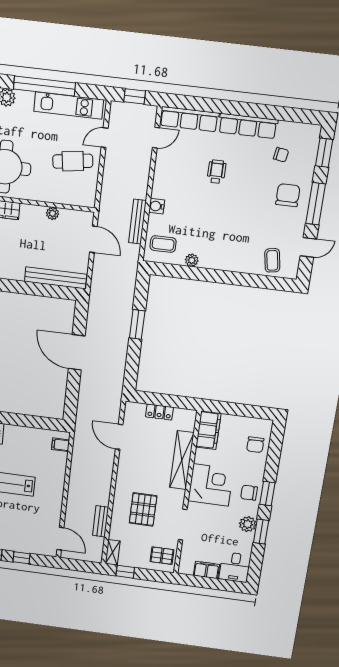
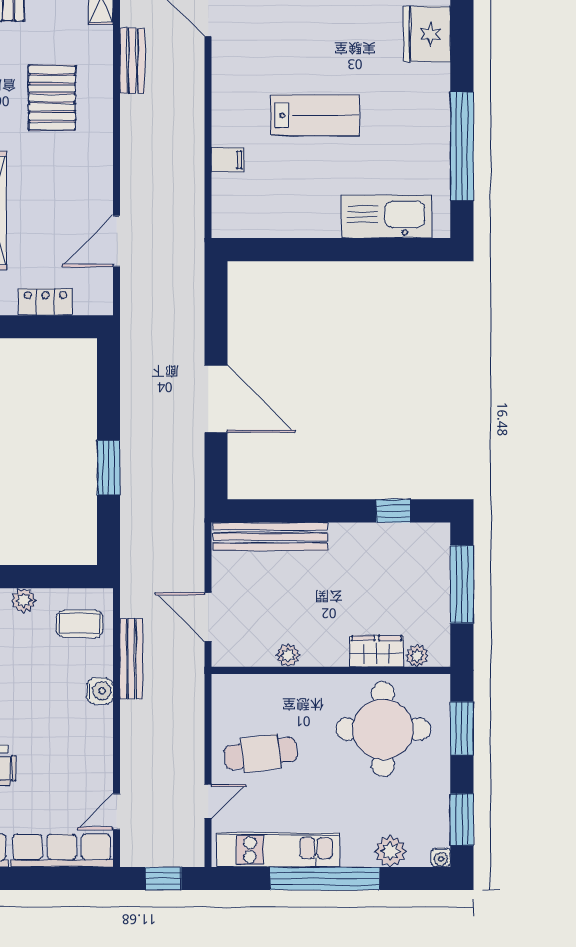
door: (119, 437) -> (117, 241), swing flipped
filing cabinet: (60, 445) -> (228, 160), moved

